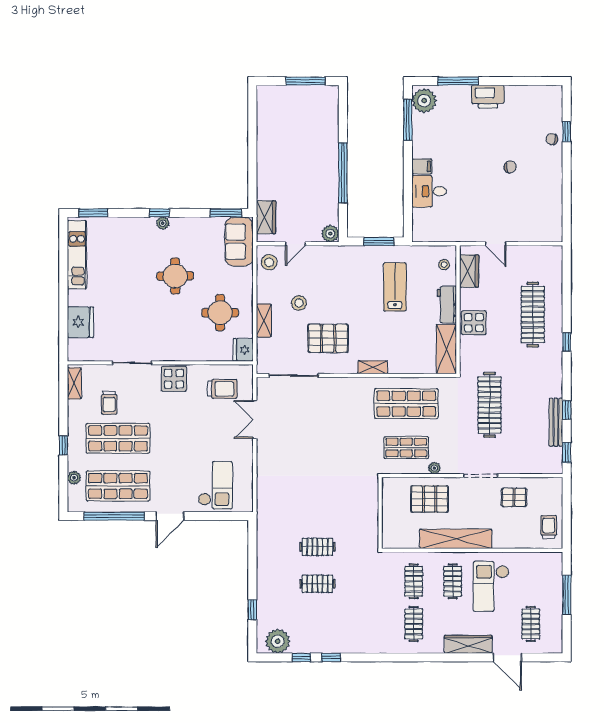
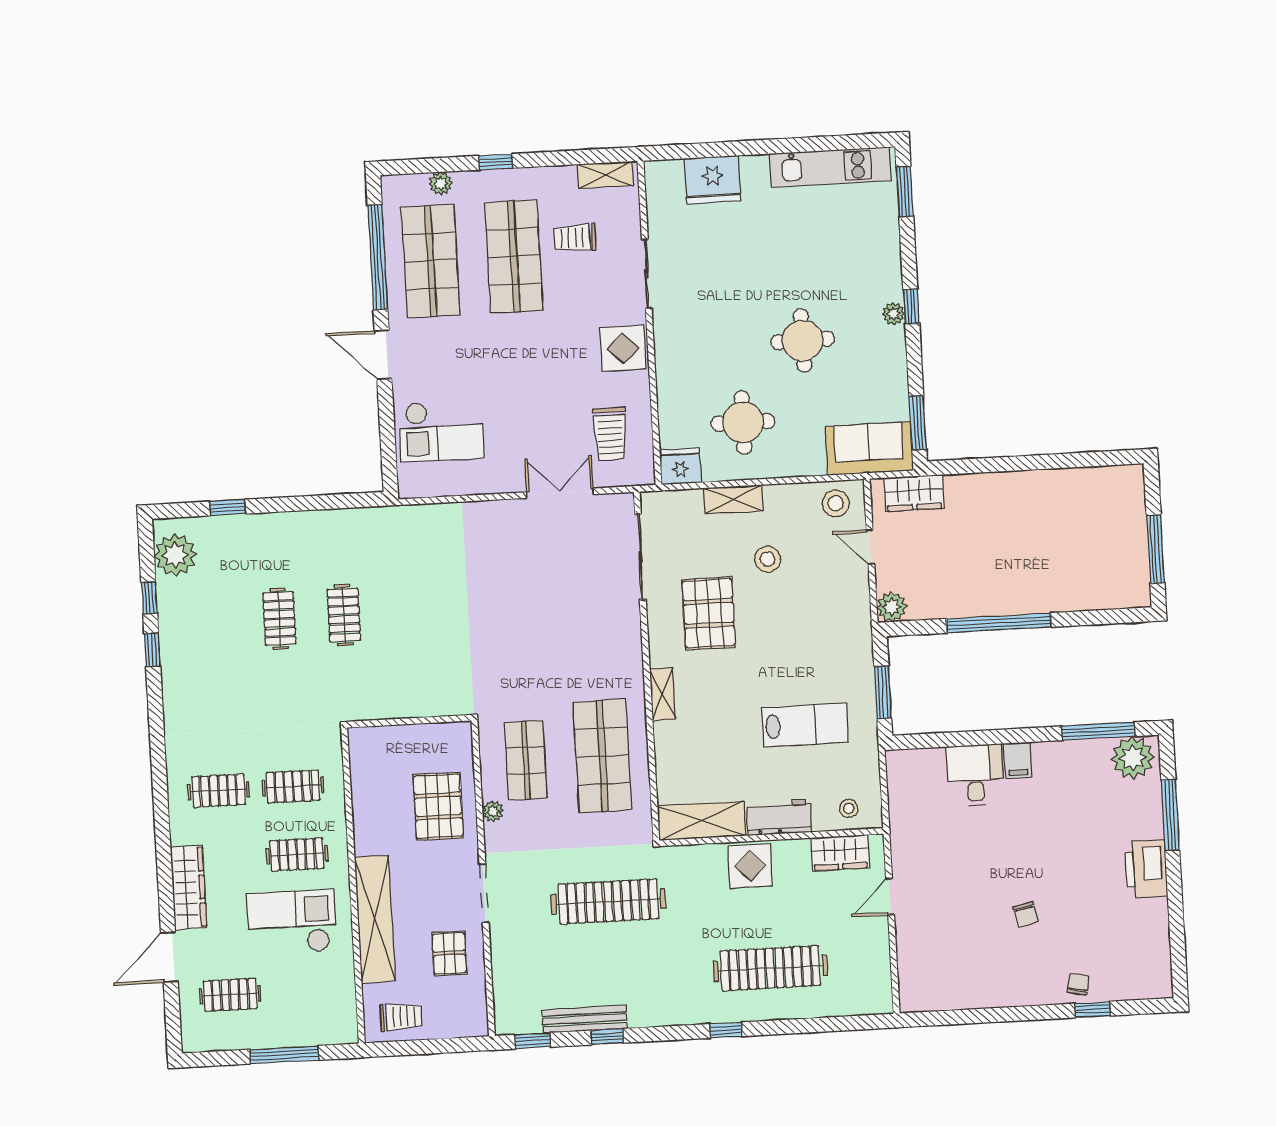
shelving: (456, 539) -> (375, 919), moved

